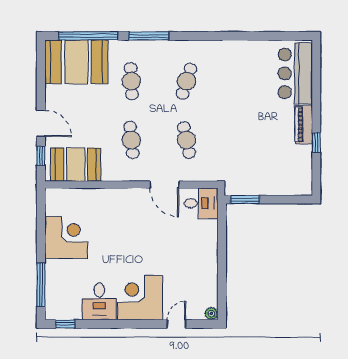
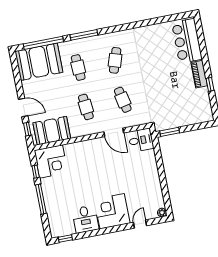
window: (41, 219) -> (36, 172), added
corner desk: (66, 238) -> (51, 162), moved, turned 90
window: (41, 285) -> (41, 199), moved

